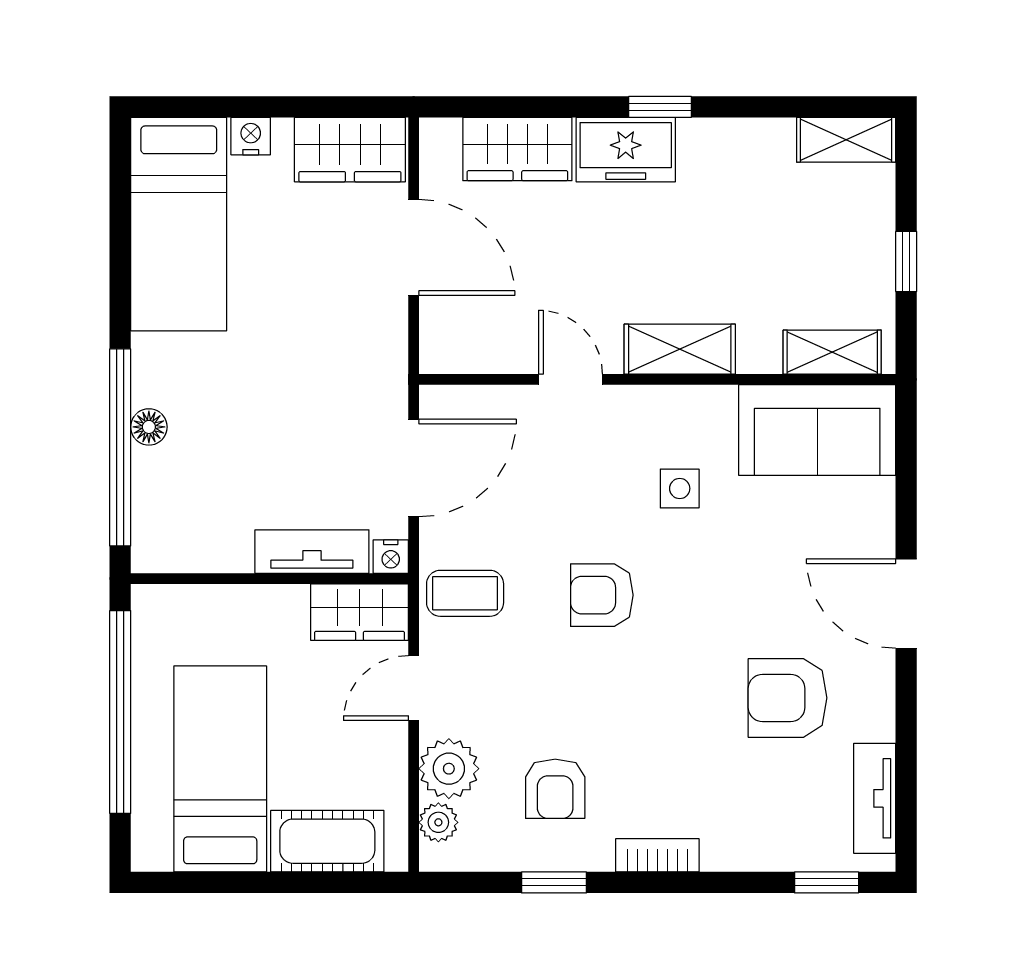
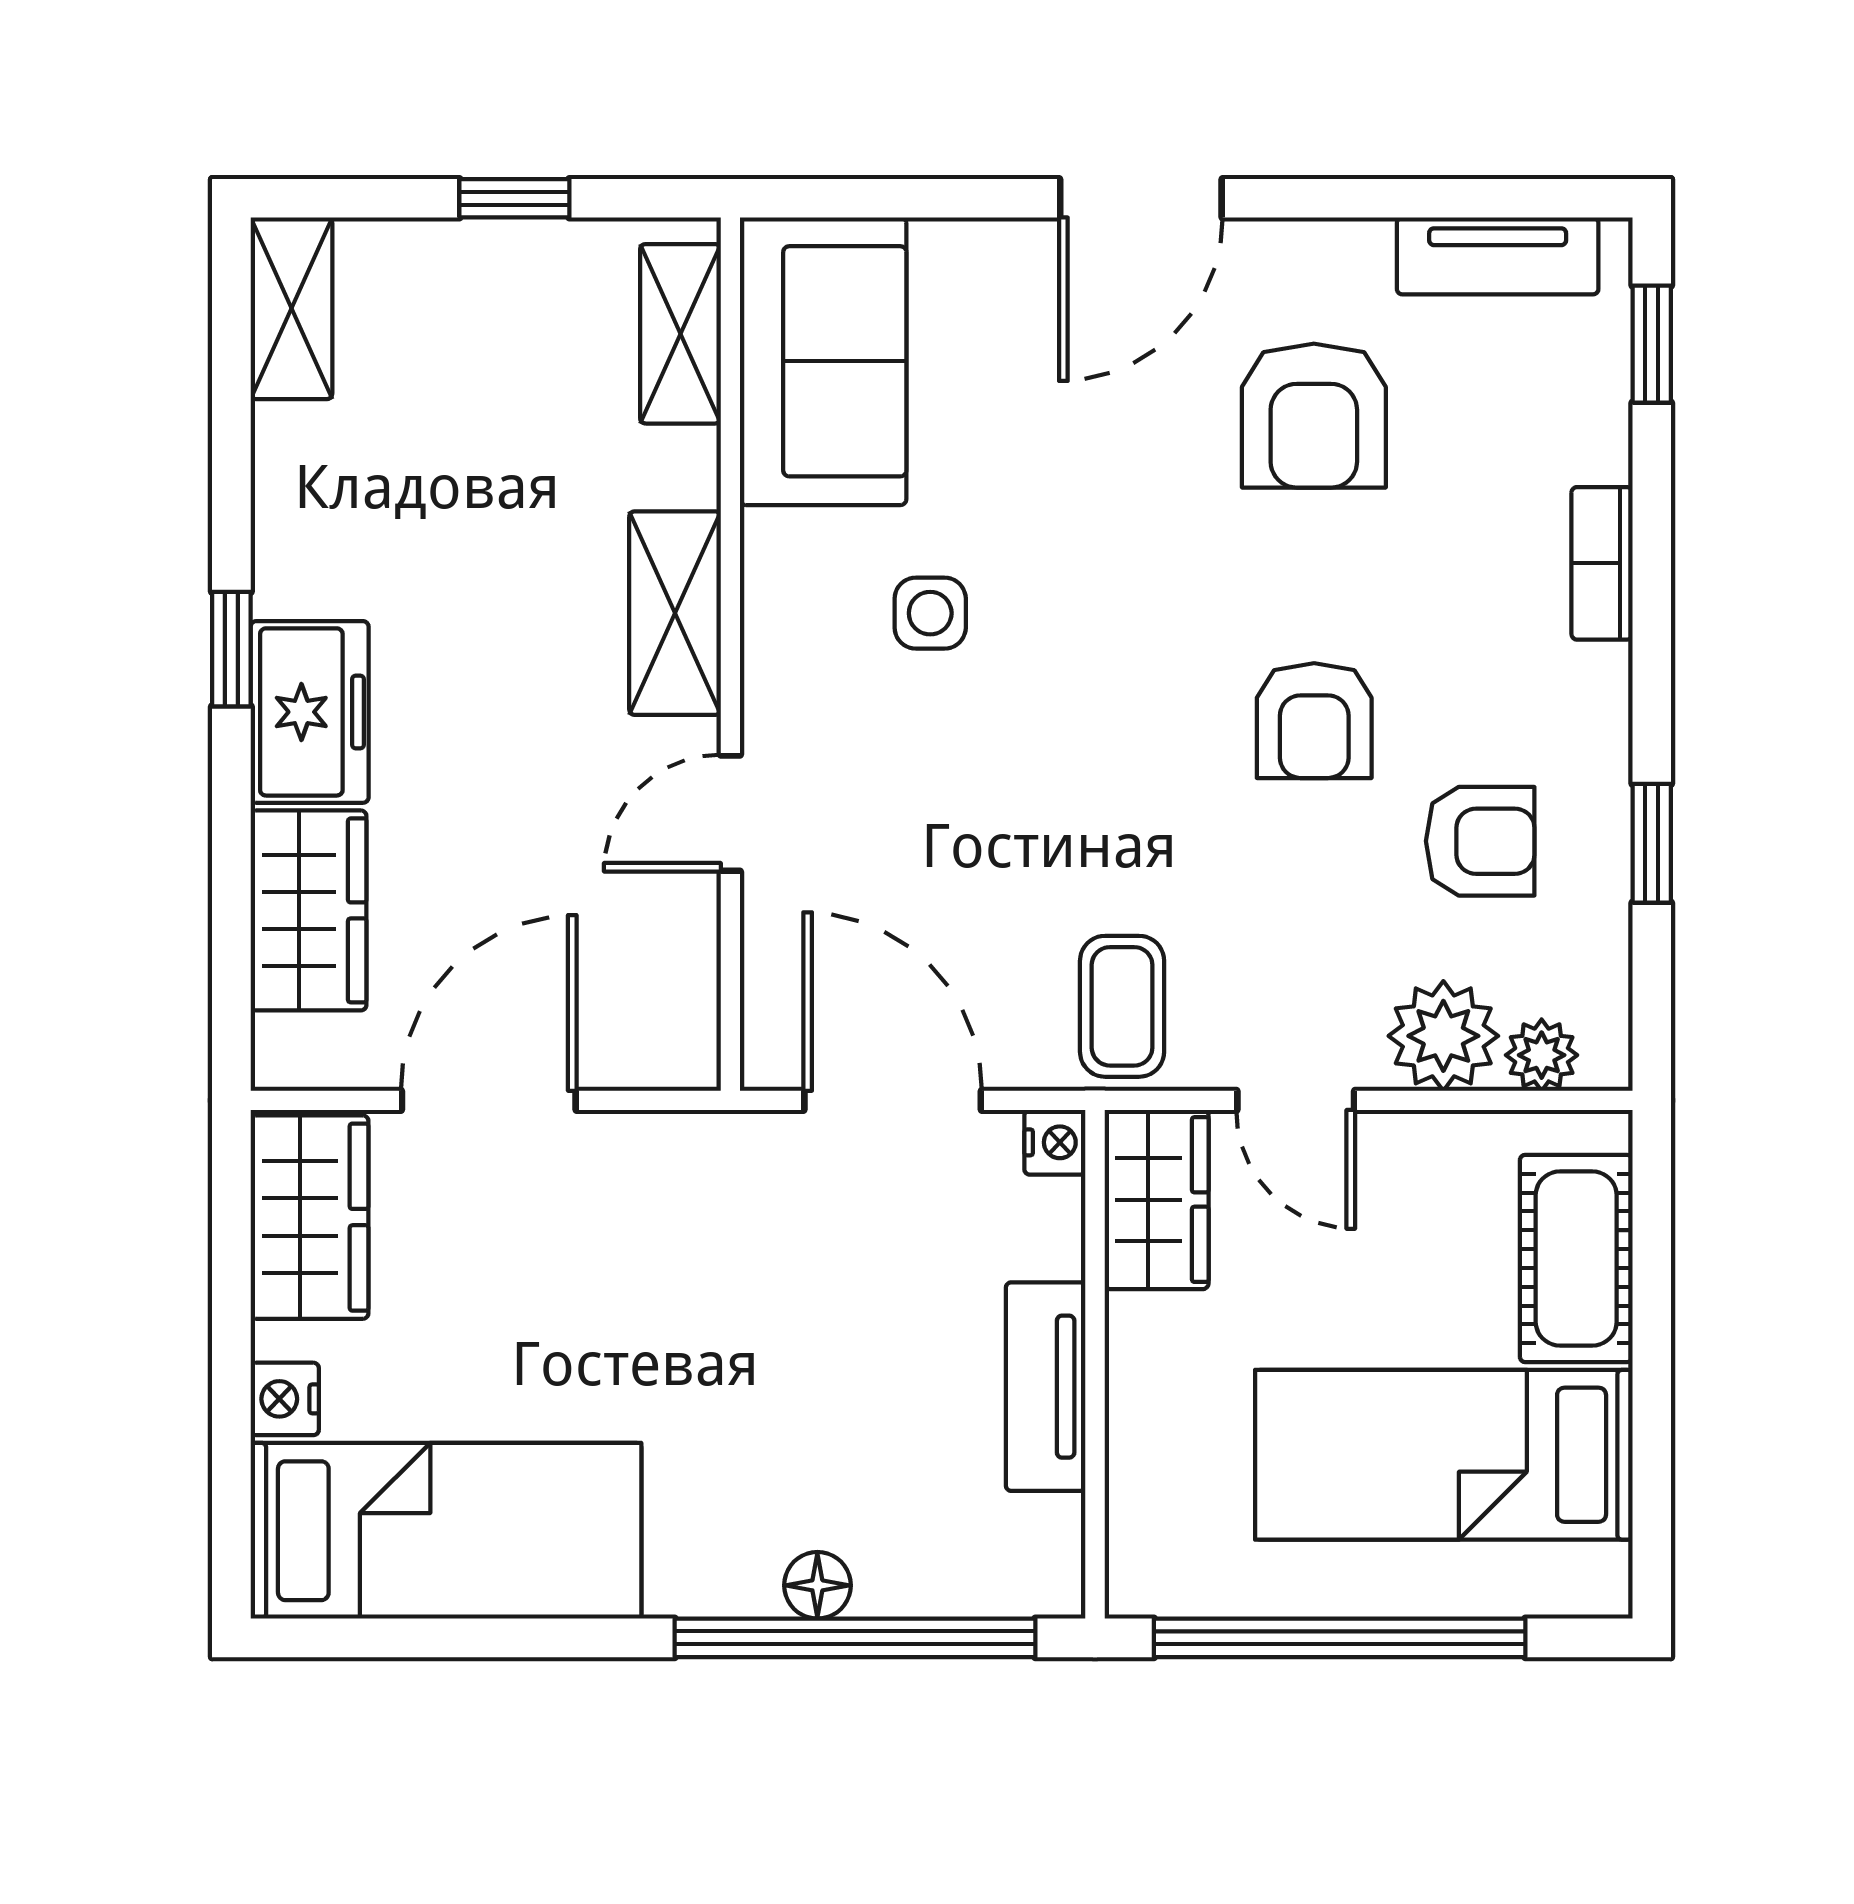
tv unit: (312, 552) -> (1046, 1387), moved
armchair: (602, 595) -> (1314, 721), moved
bookcase: (657, 855) -> (1602, 563), moved

